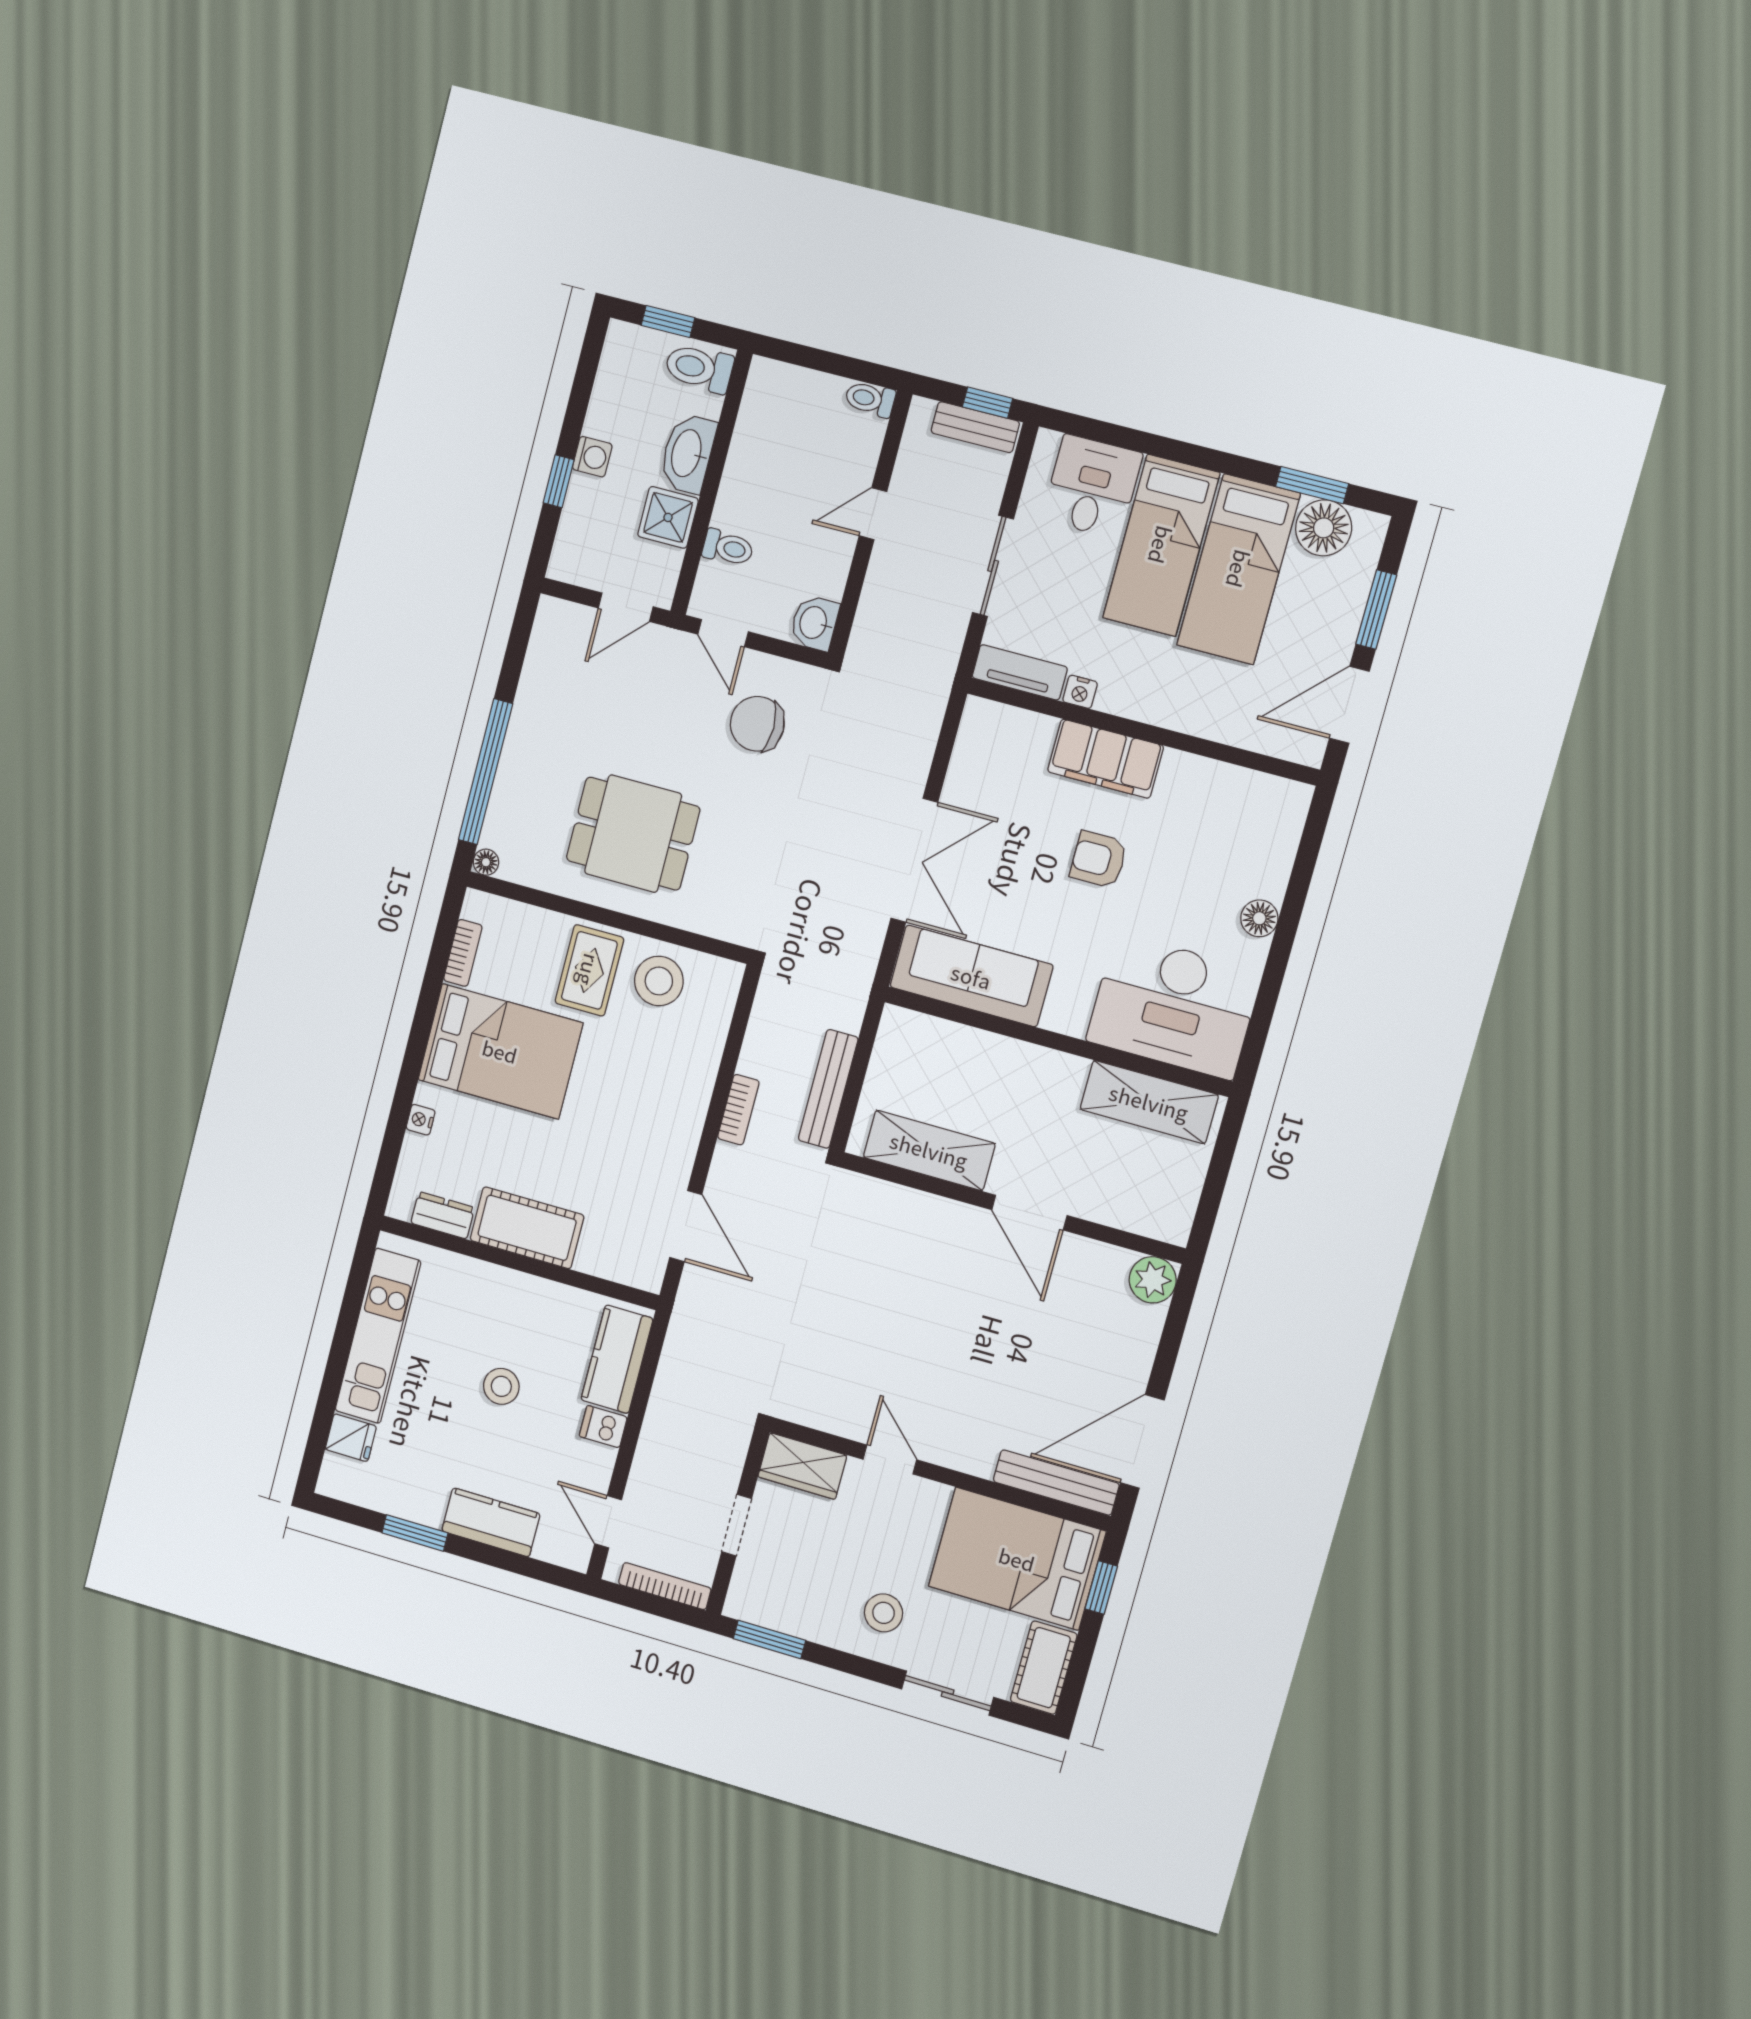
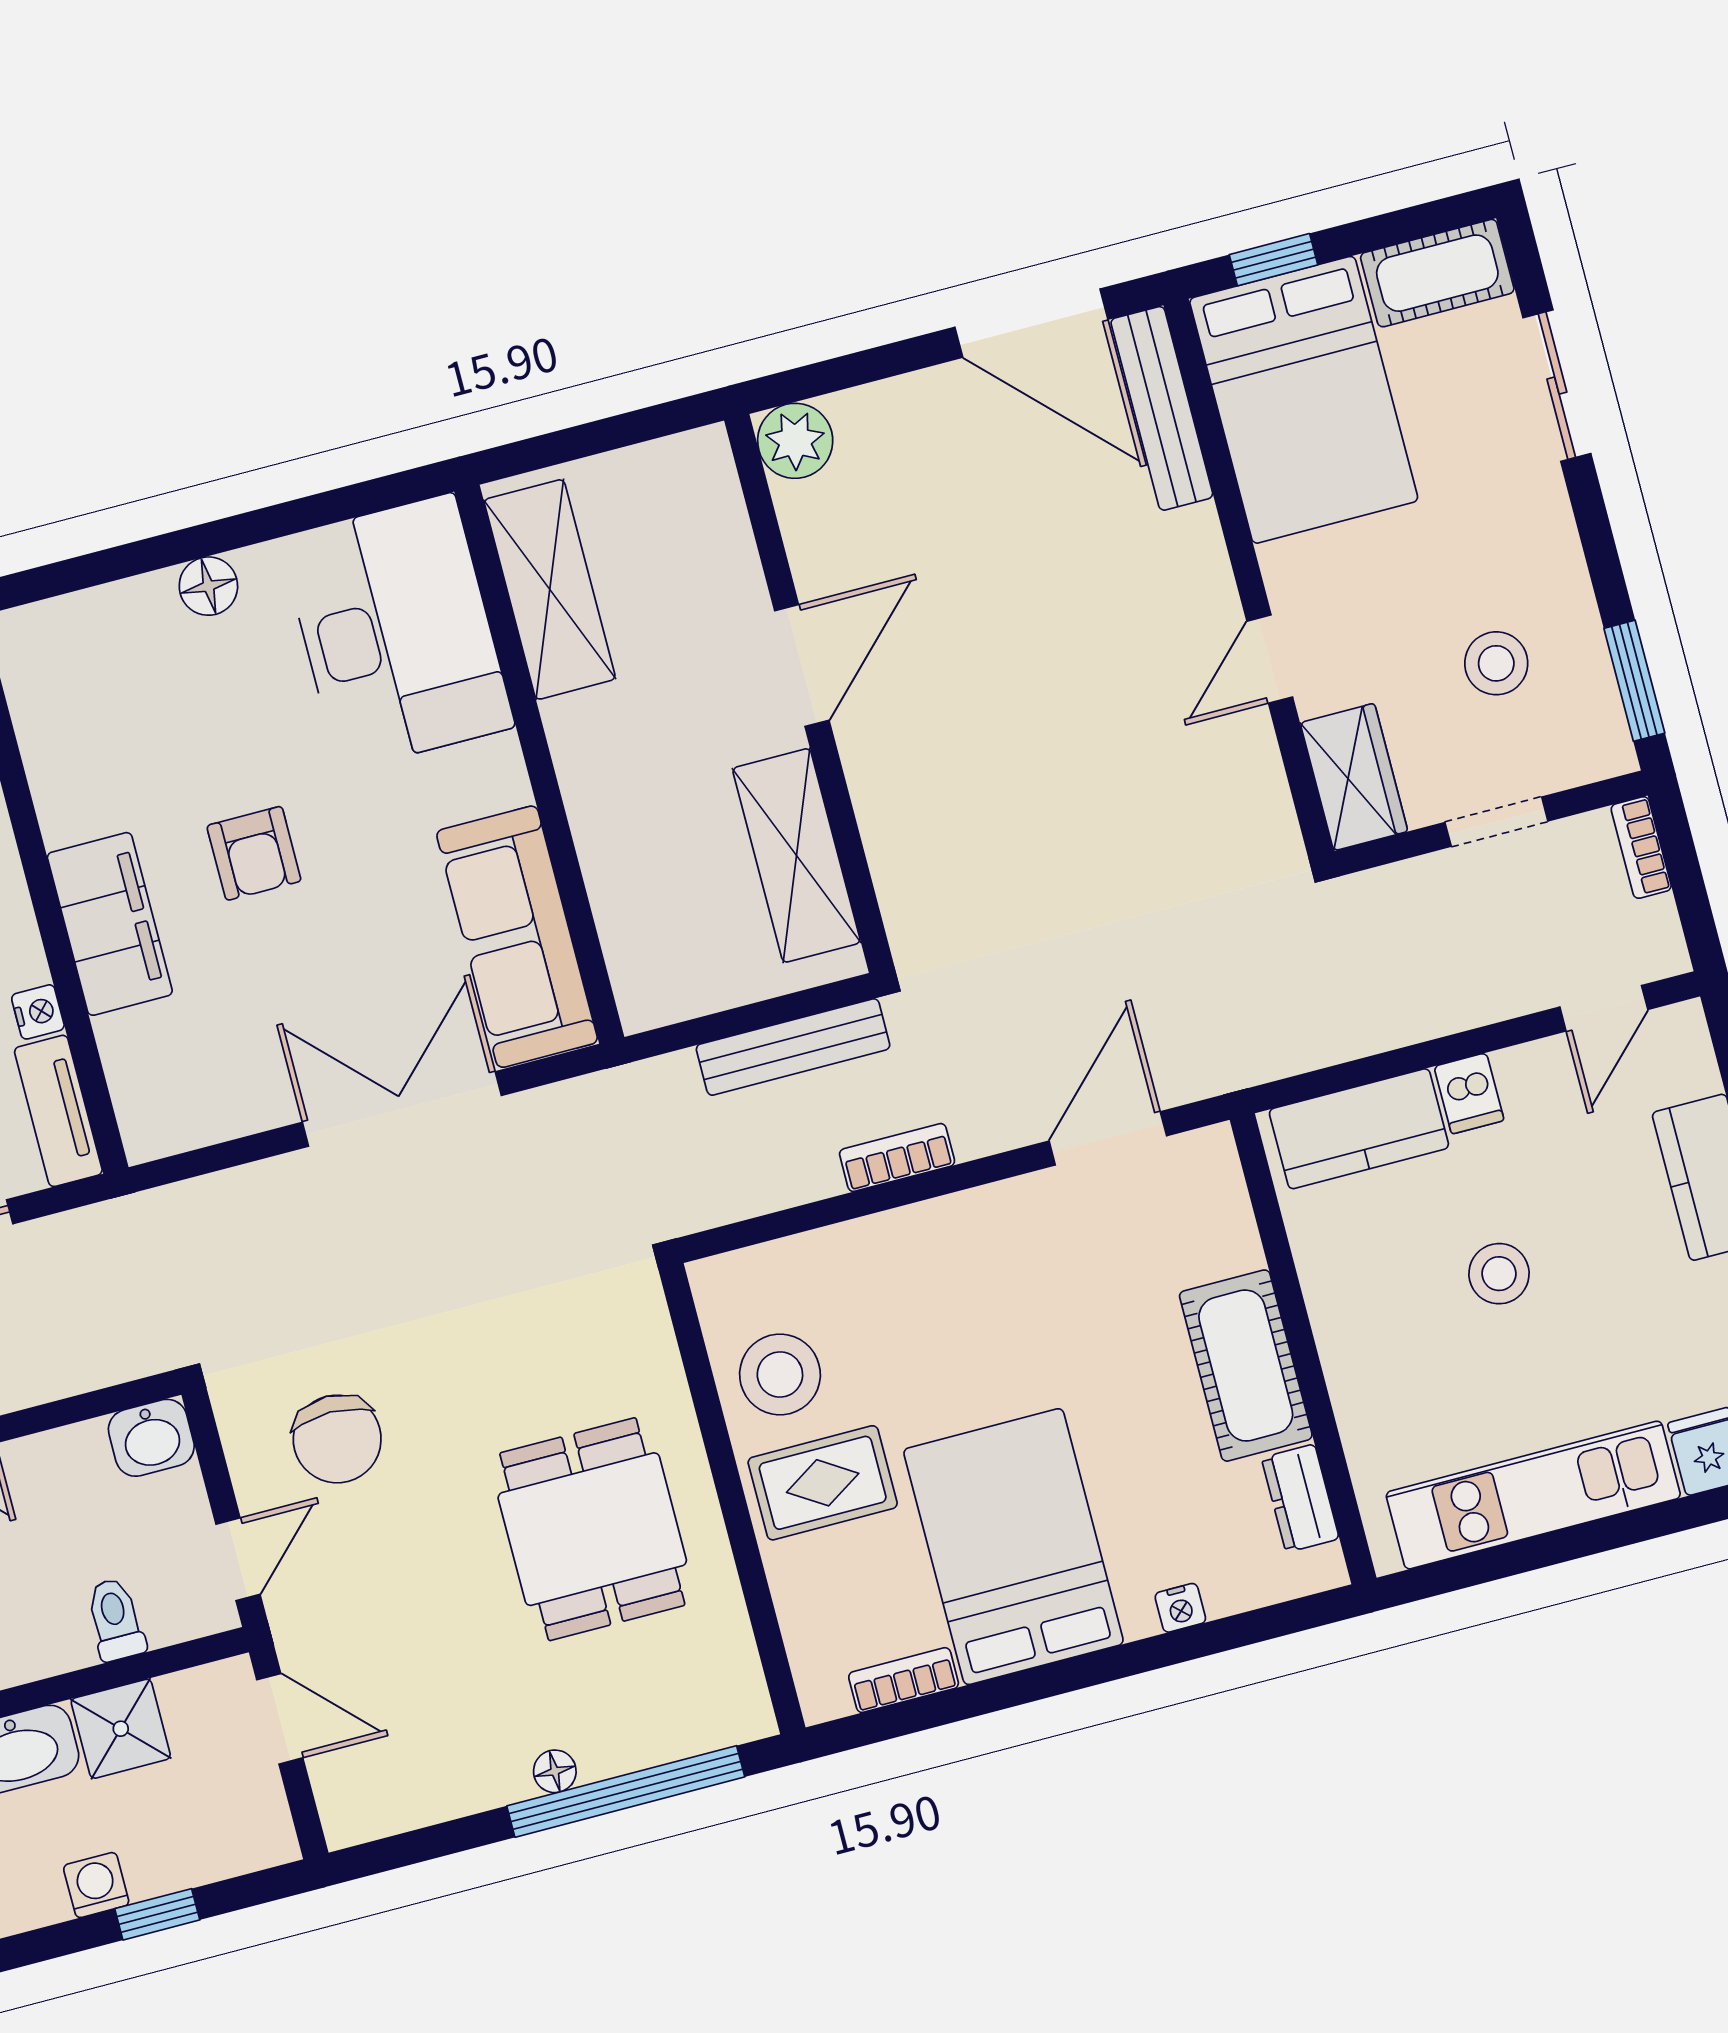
floor lamp: (486, 862) -> (555, 1771), moved
bookcase: (665, 1586) -> (1641, 848), width x0.64
stool: (884, 1613) -> (1496, 663), moved

